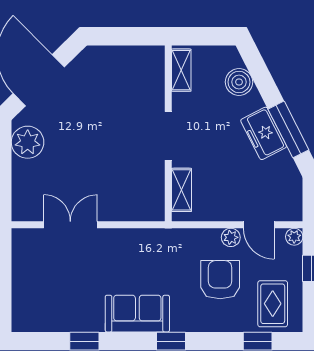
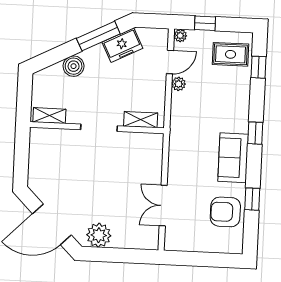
boiler: (239, 82) -> (74, 66), moved
freezer: (264, 133) -> (122, 45), moved
armchair: (220, 280) -> (225, 212), moved

